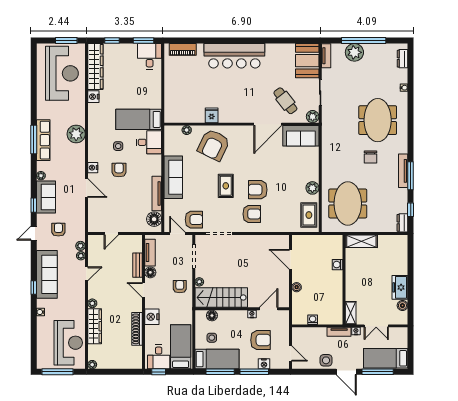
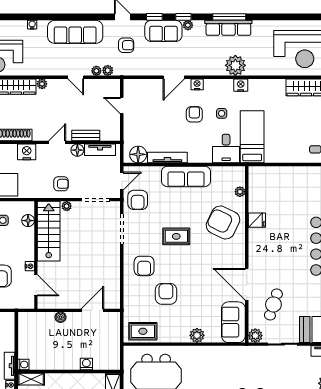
nightstand: (93, 97) -> (241, 85), moved
cafe table: (285, 101) -> (273, 304), turned -34
armchair: (119, 170) -> (194, 114), turned -90
plant: (312, 188) -> (197, 335), moved
armchair: (258, 190) -> (166, 294), moved
window: (34, 287) -> (183, 17), moved
washing machine: (313, 320) -> (23, 364), moved

